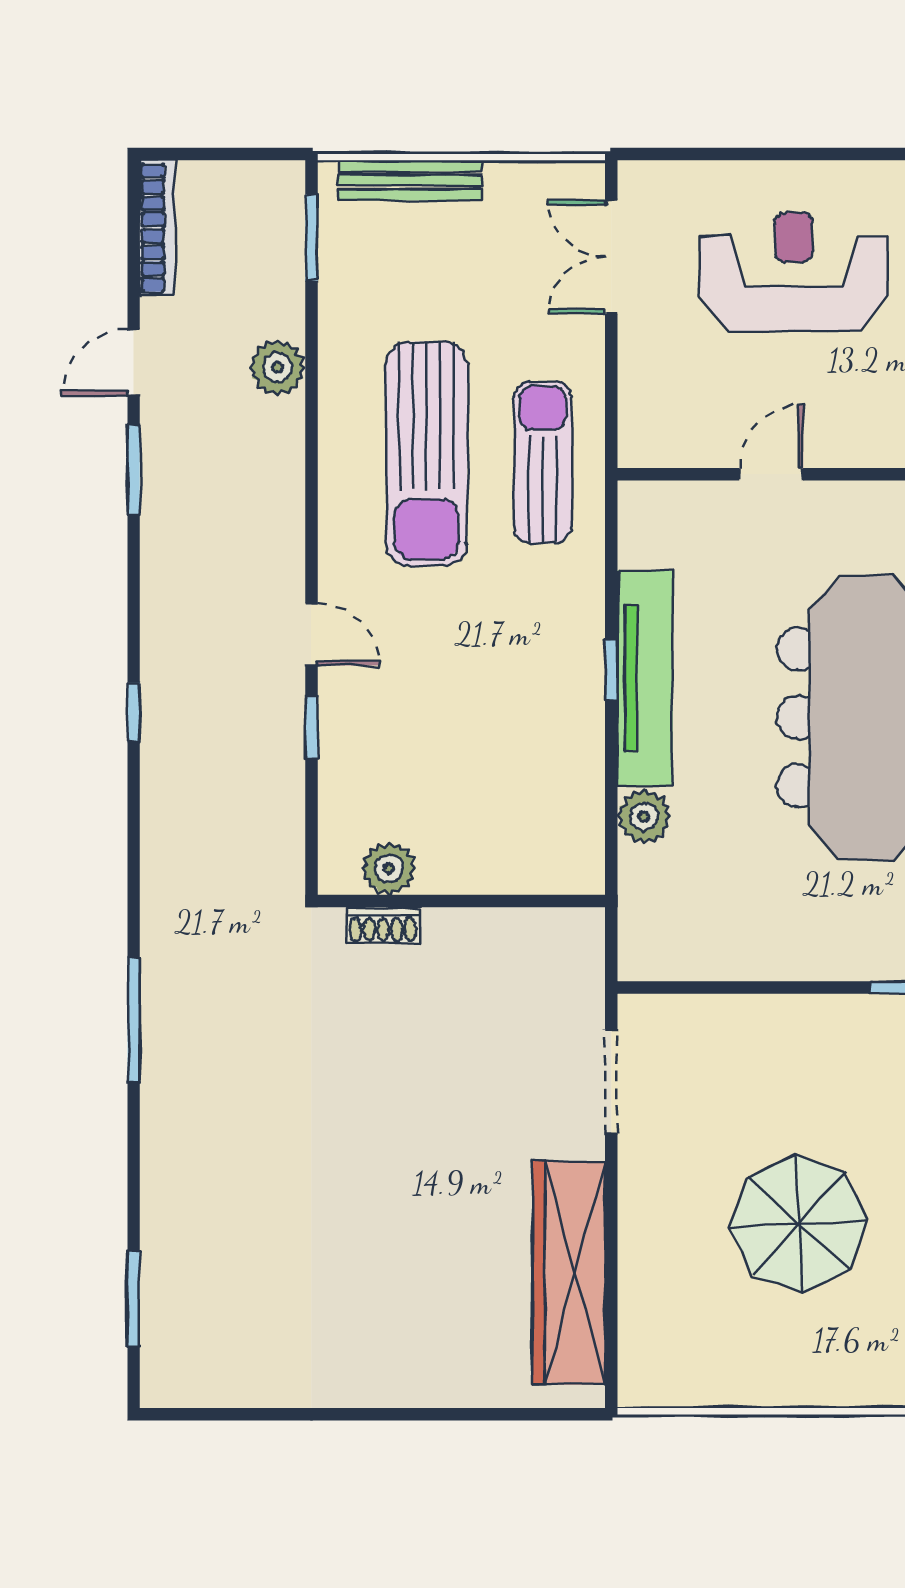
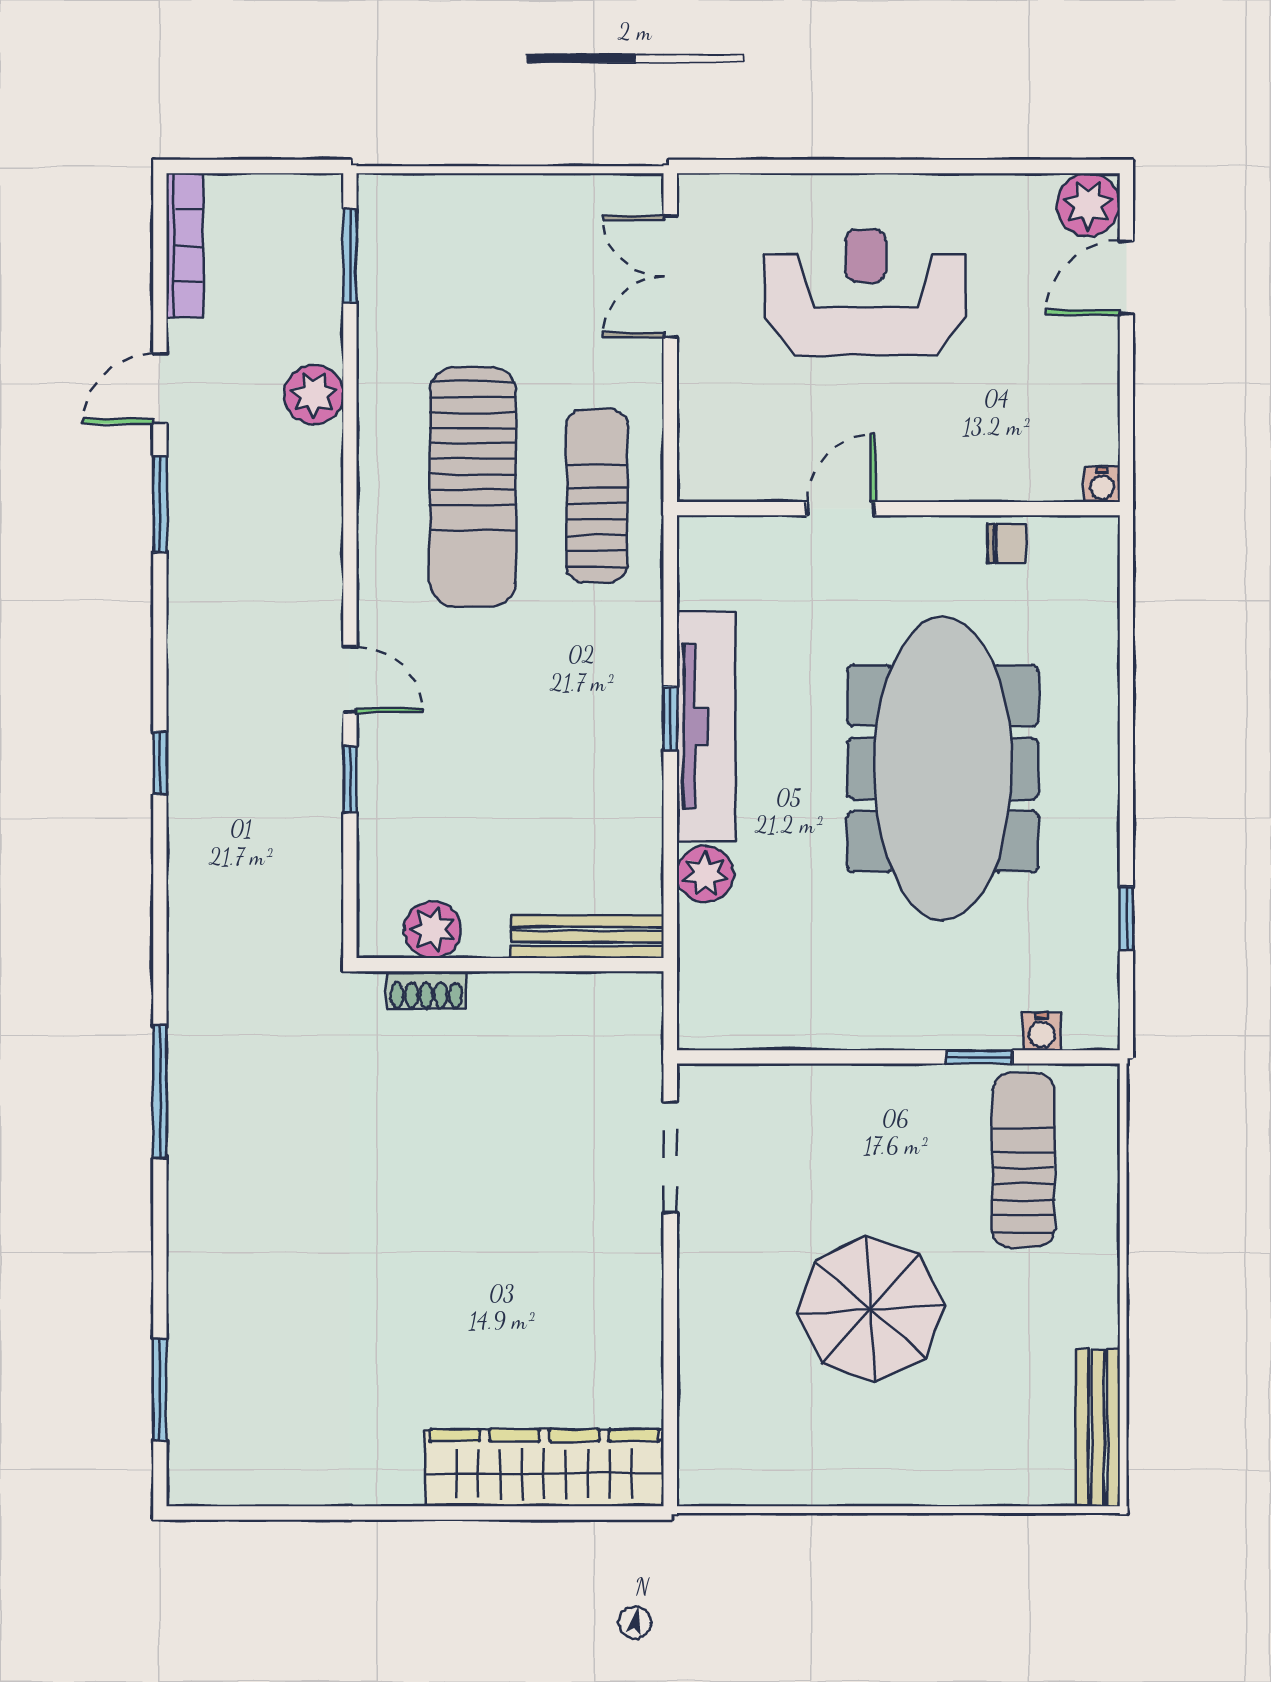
bench: (410, 180) -> (587, 937), moved
wardrobe: (569, 1273) -> (544, 1468), moved, turned 90

